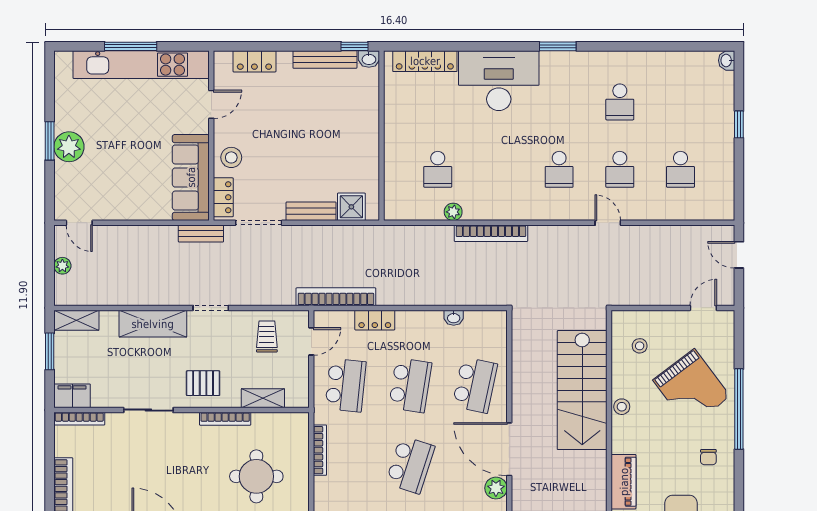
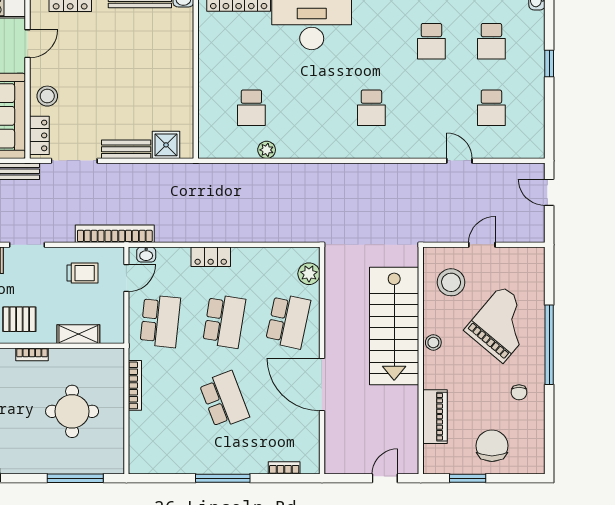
school desk: (620, 169) -> (491, 41), moved
door: (608, 223) -> (459, 161), moved
bookcase: (491, 233) -> (304, 171), removed
bookcase: (336, 297) -> (115, 234), moved
door: (703, 308) -> (482, 245), moved
washbasin: (454, 318) -> (146, 255), moved
locker: (375, 320) -> (211, 257), moved
trolley: (267, 336) -> (82, 273), turned 90
stool: (640, 346) -> (451, 282), width x1.89, depth x1.89
grand piano: (692, 388) -> (502, 324), turned -103
bookcase: (225, 419) -> (32, 354), width x0.64
school desk: (410, 465) -> (224, 400), turned -39
plant: (496, 488) -> (309, 274), moved

